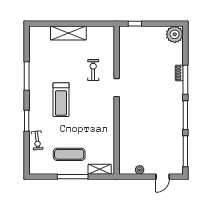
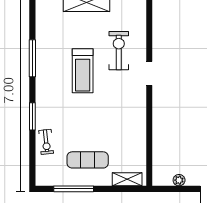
exercise bike: (93, 70) -> (119, 51), width x1.38, depth x1.39
treadmill: (61, 100) -> (83, 71), moved
window: (73, 177) -> (74, 189), moved

